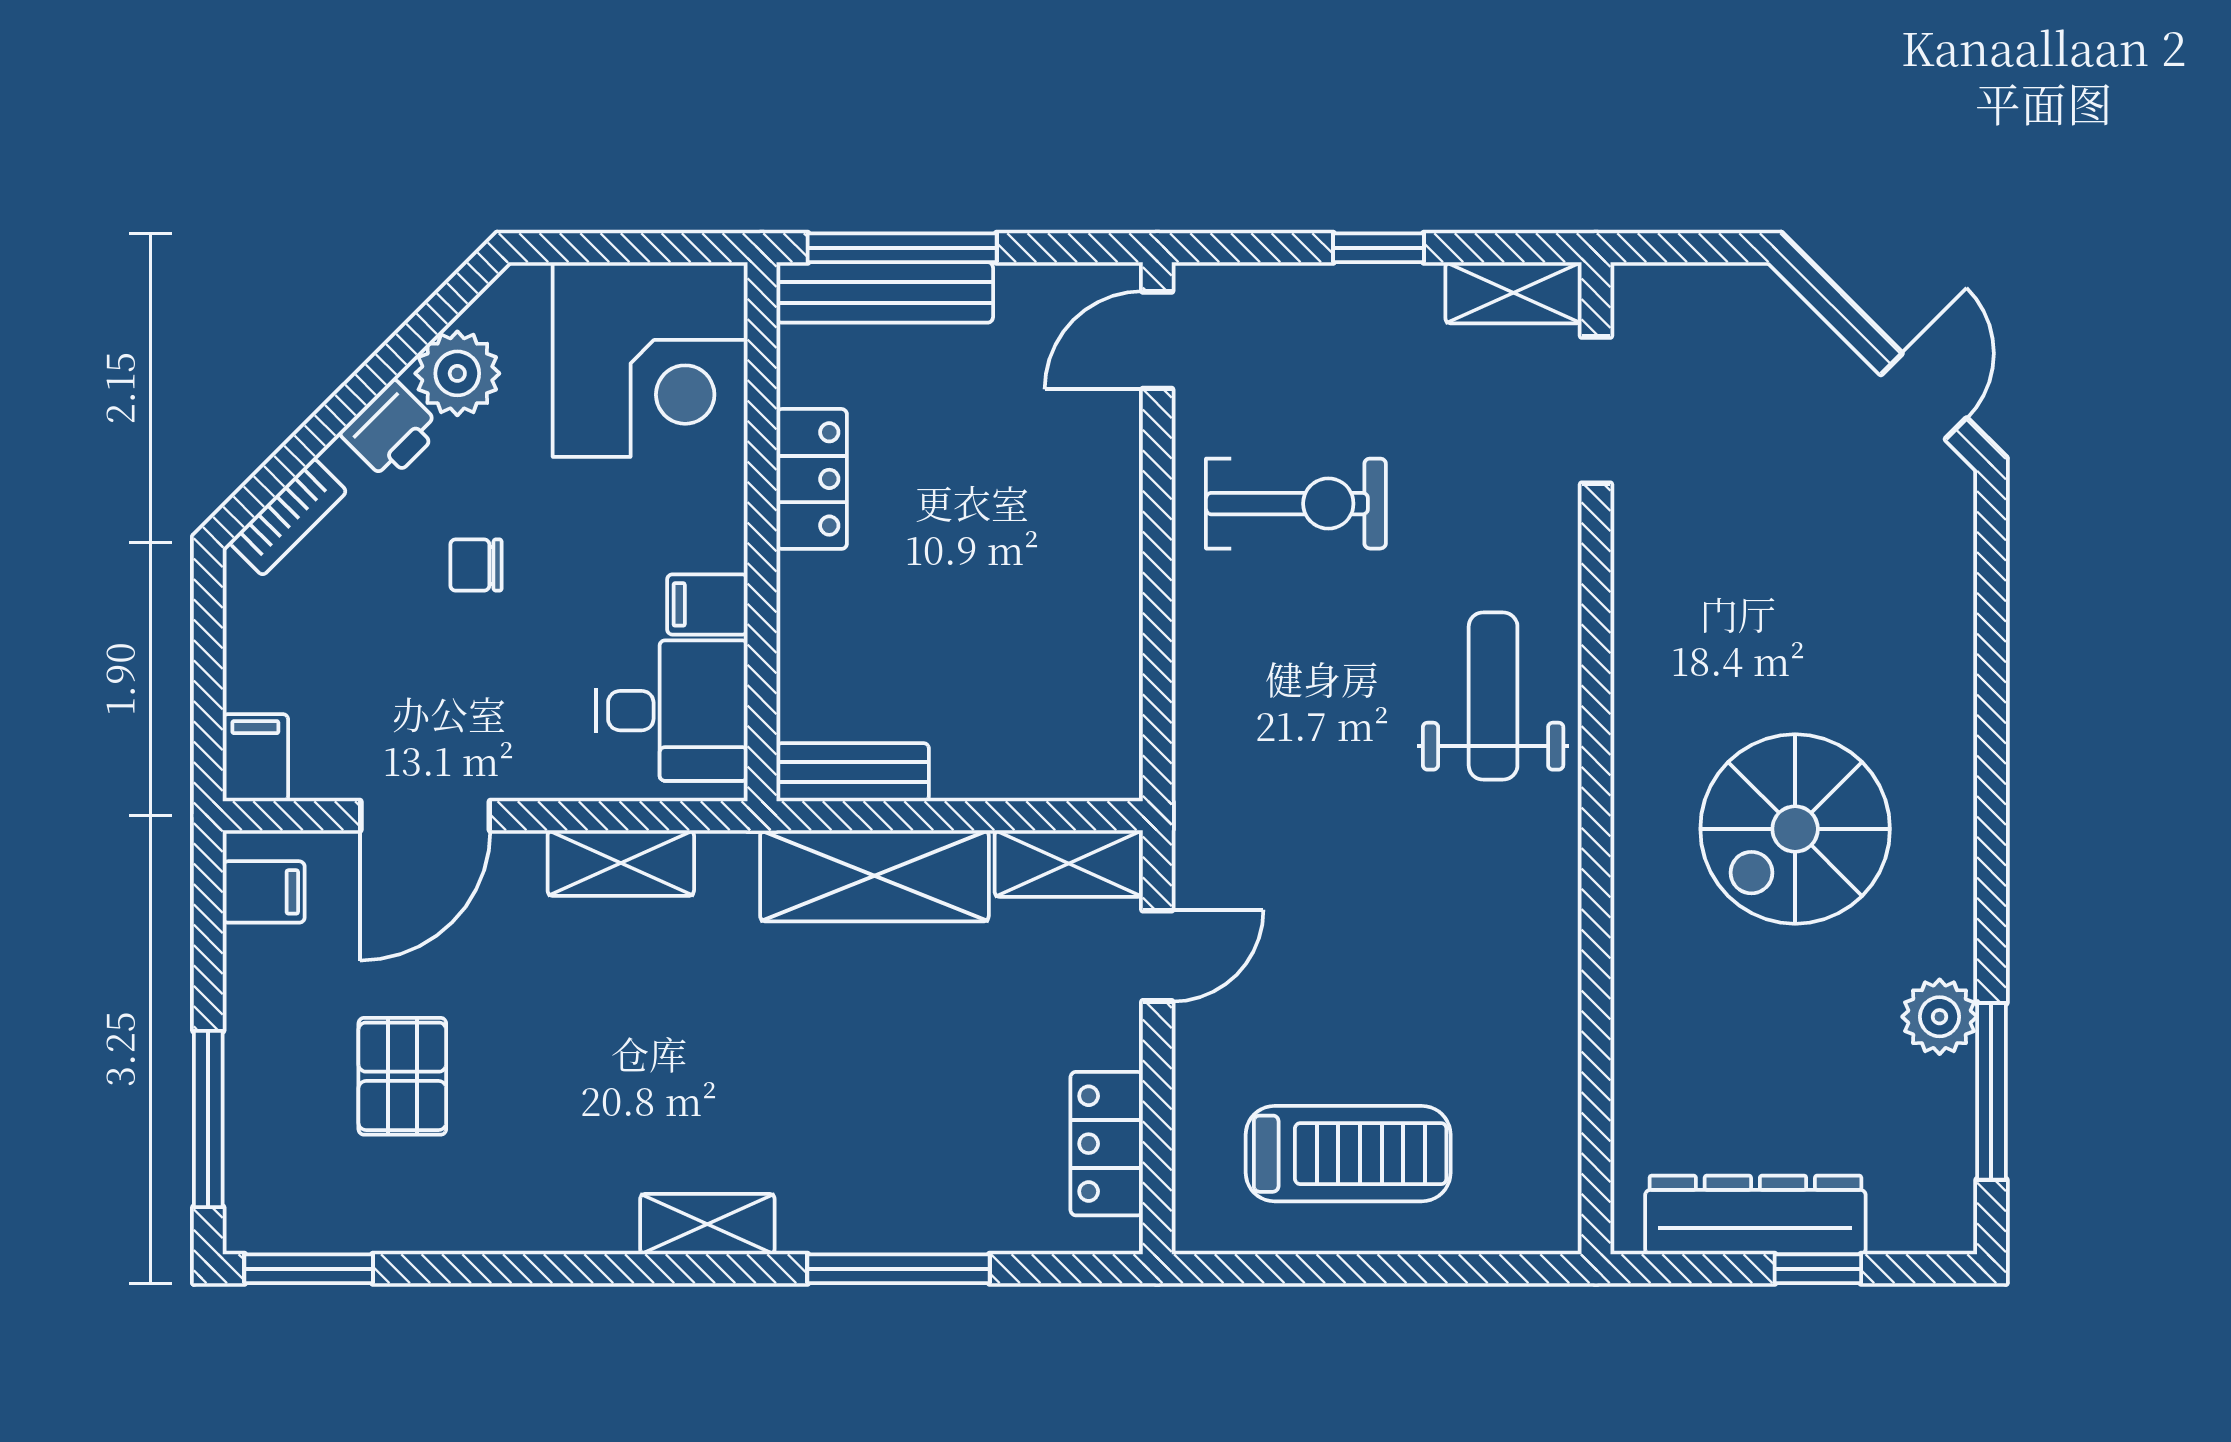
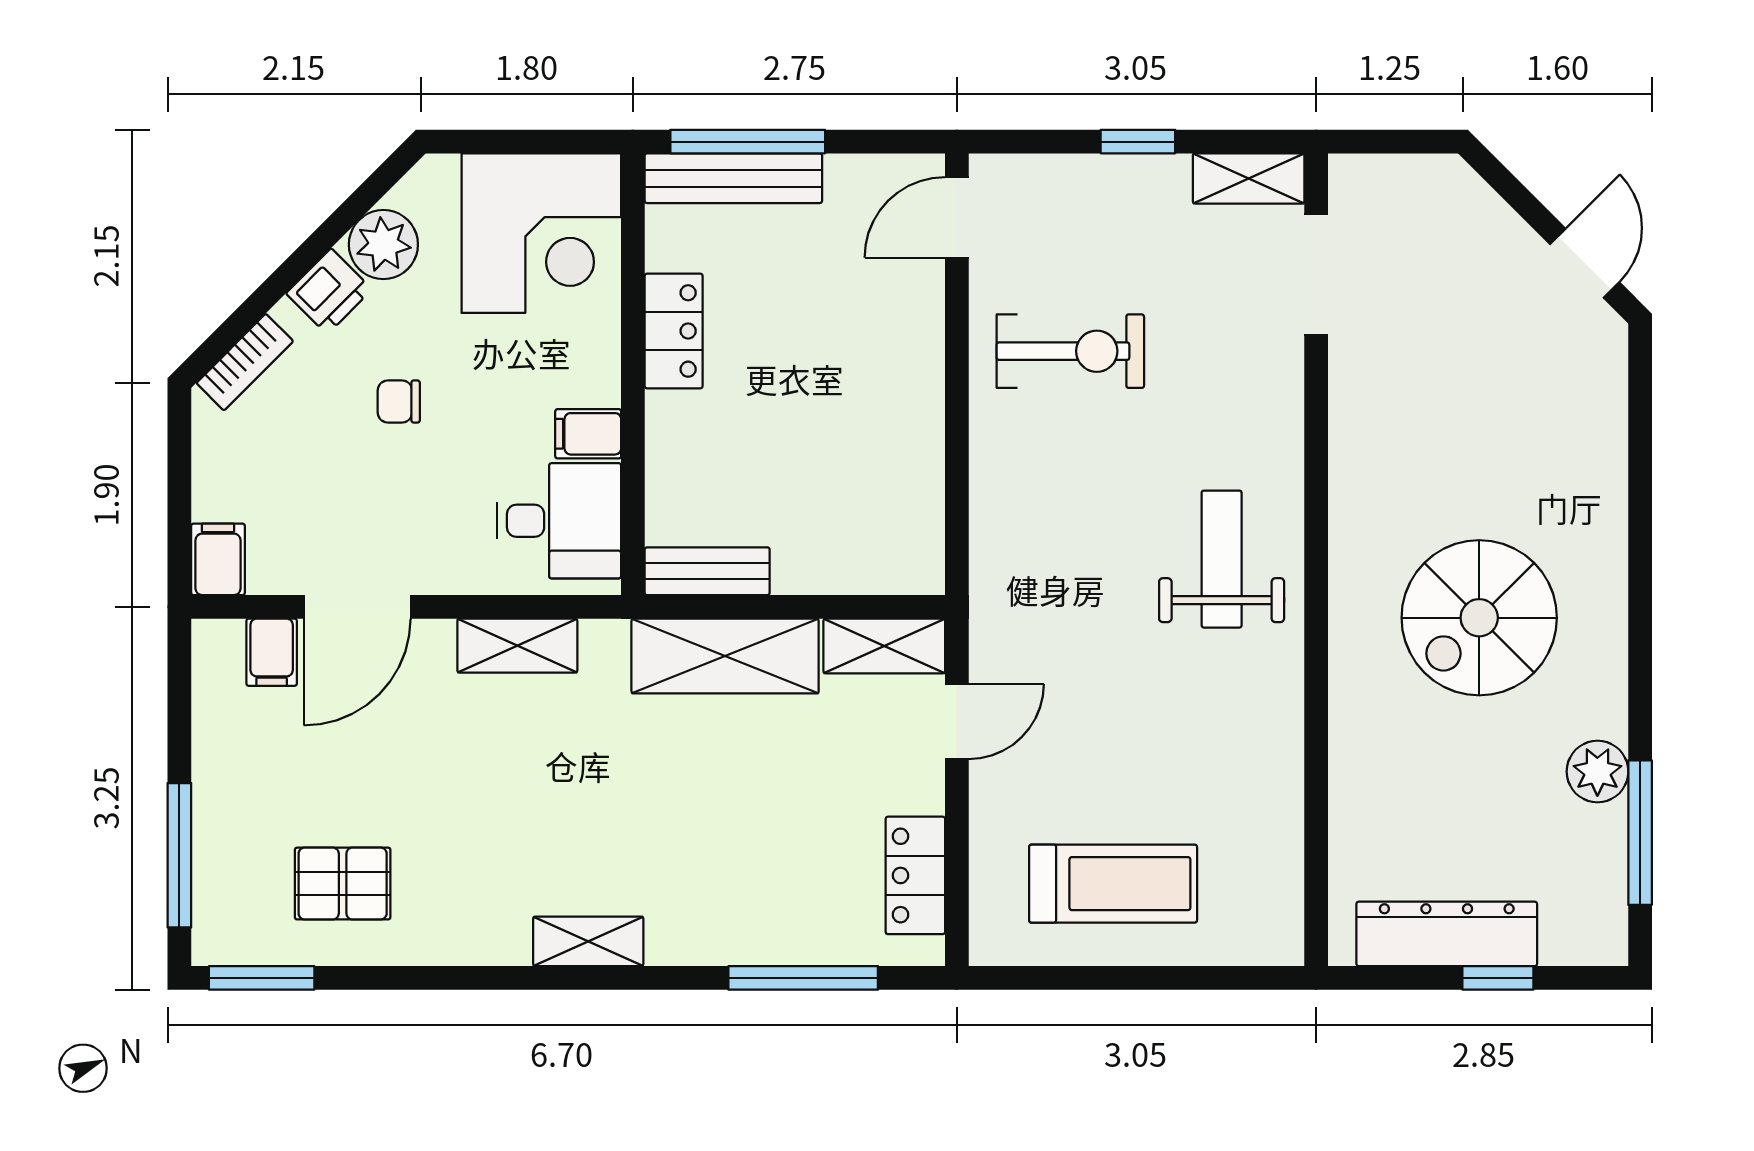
weight bench: (1493, 696) -> (1222, 559), moved
filing cabinet: (264, 892) -> (272, 652), moved, turned 90
pallet: (402, 1076) -> (343, 884), moved, turned 90
window: (898, 1269) -> (803, 978), moved

